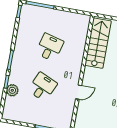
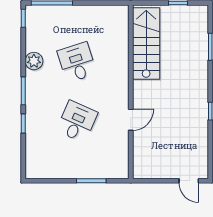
desk: (50, 47) -> (77, 62), turned -33
plant: (12, 90) -> (34, 61), moved

